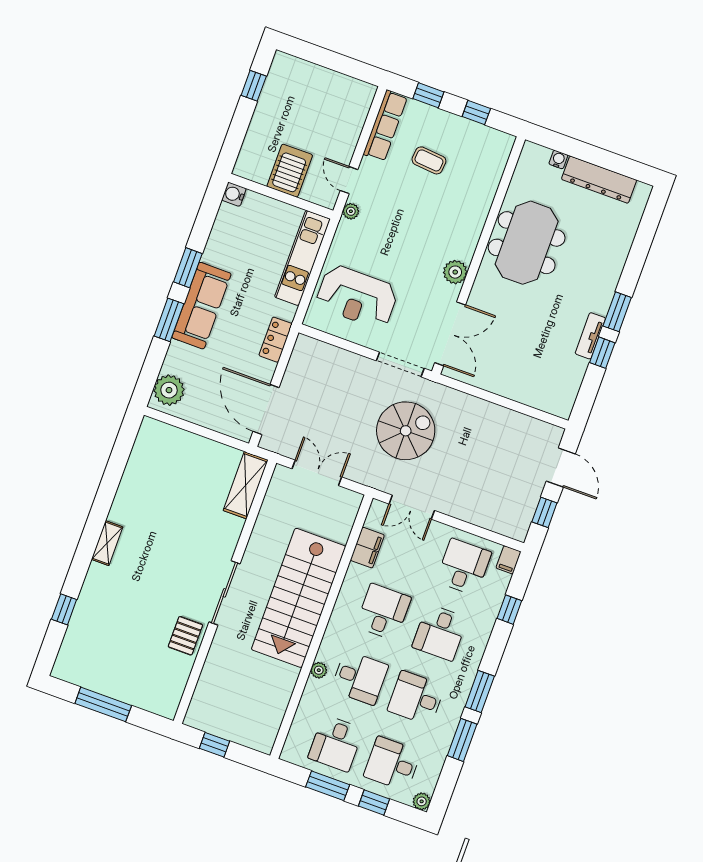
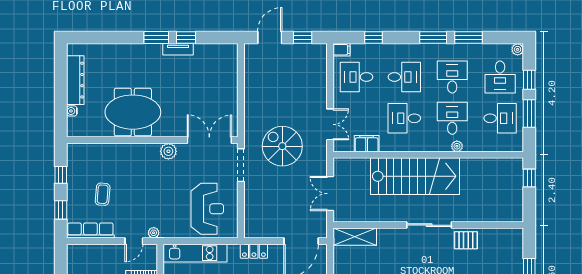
desk: (416, 698) -> (452, 77), turned 180
window: (214, 745) -> (529, 178), moved

